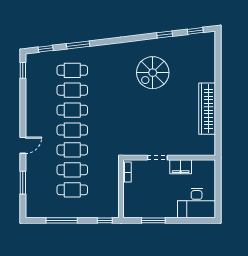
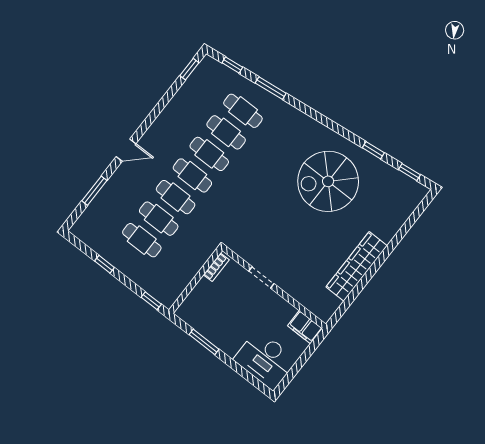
spiral stairs: (153, 73) -> (328, 181), width x1.37, depth x1.37
filing cabinet: (181, 167) -> (305, 327), moved
window: (62, 220) -> (104, 264), width x0.46

